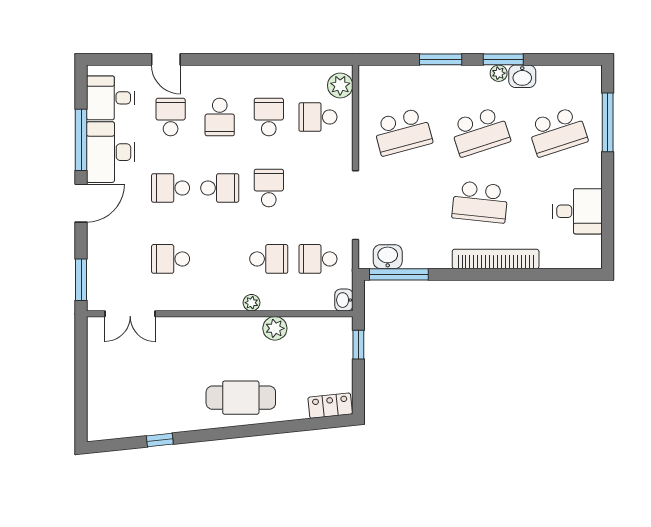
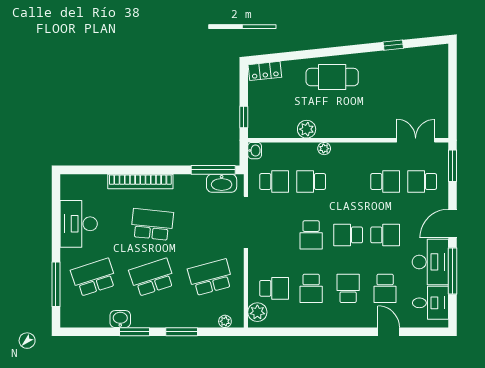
plant: (499, 73) -> (225, 321), moved
desk: (577, 211) -> (79, 224), width x1.37
washbasin: (388, 257) -> (222, 183), width x1.38
school desk: (121, 259) -> (422, 181), added

